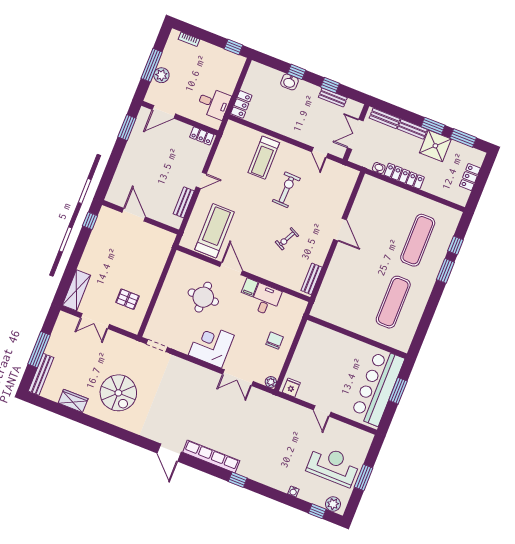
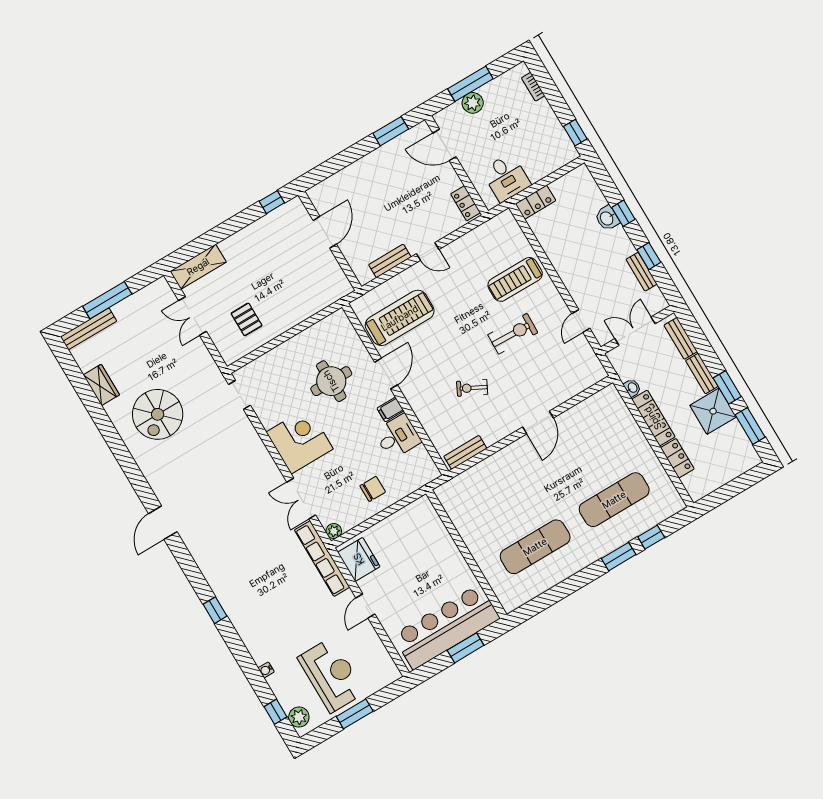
locker: (470, 177) -> (677, 458), moved, turned 90
fridge: (291, 388) -> (359, 559), width x1.88, depth x1.34
row of seats: (211, 456) -> (322, 559), moved, turned 180

